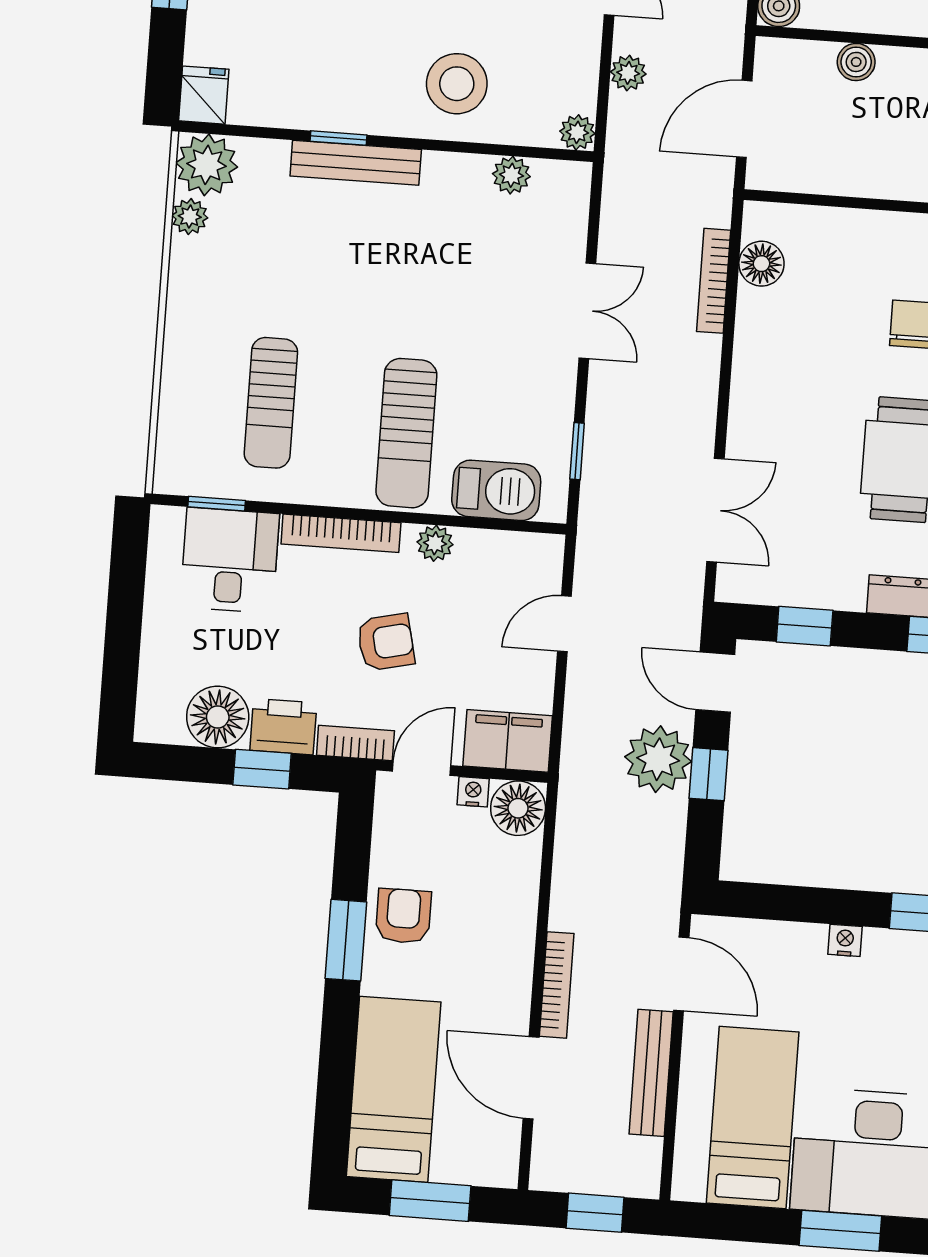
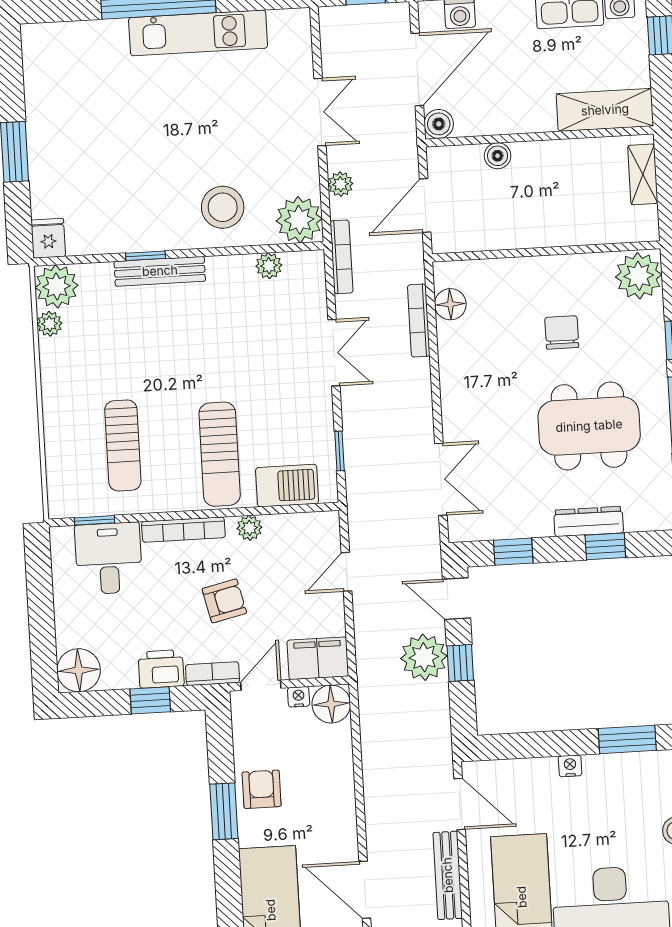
plant: (577, 132) -> (299, 220), width x1.88, depth x1.88
floor lamp: (218, 717) -> (79, 670), moved
bookcase: (557, 985) -> (342, 257), moved

